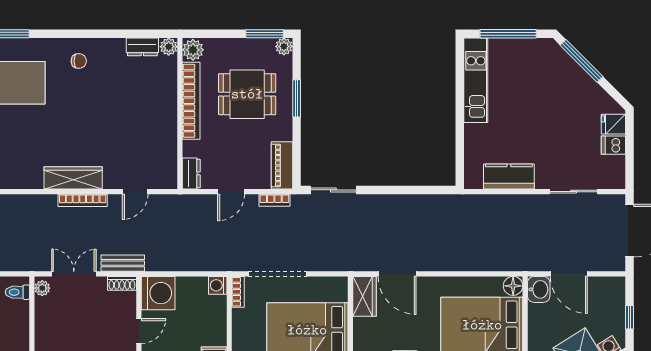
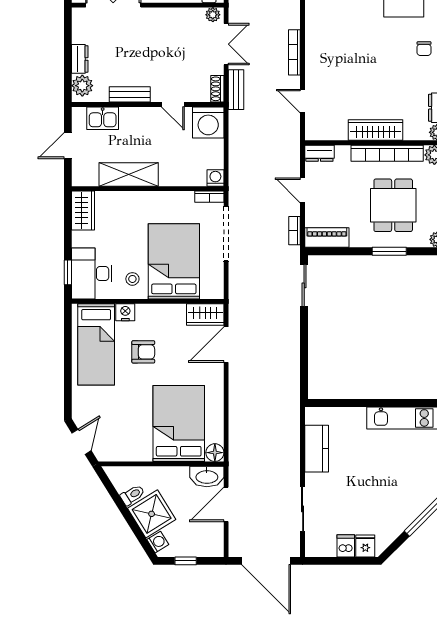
wardrobe: (73, 178) -> (376, 130), moved, turned -90
washbasin: (539, 289) -> (207, 476), width x1.38

